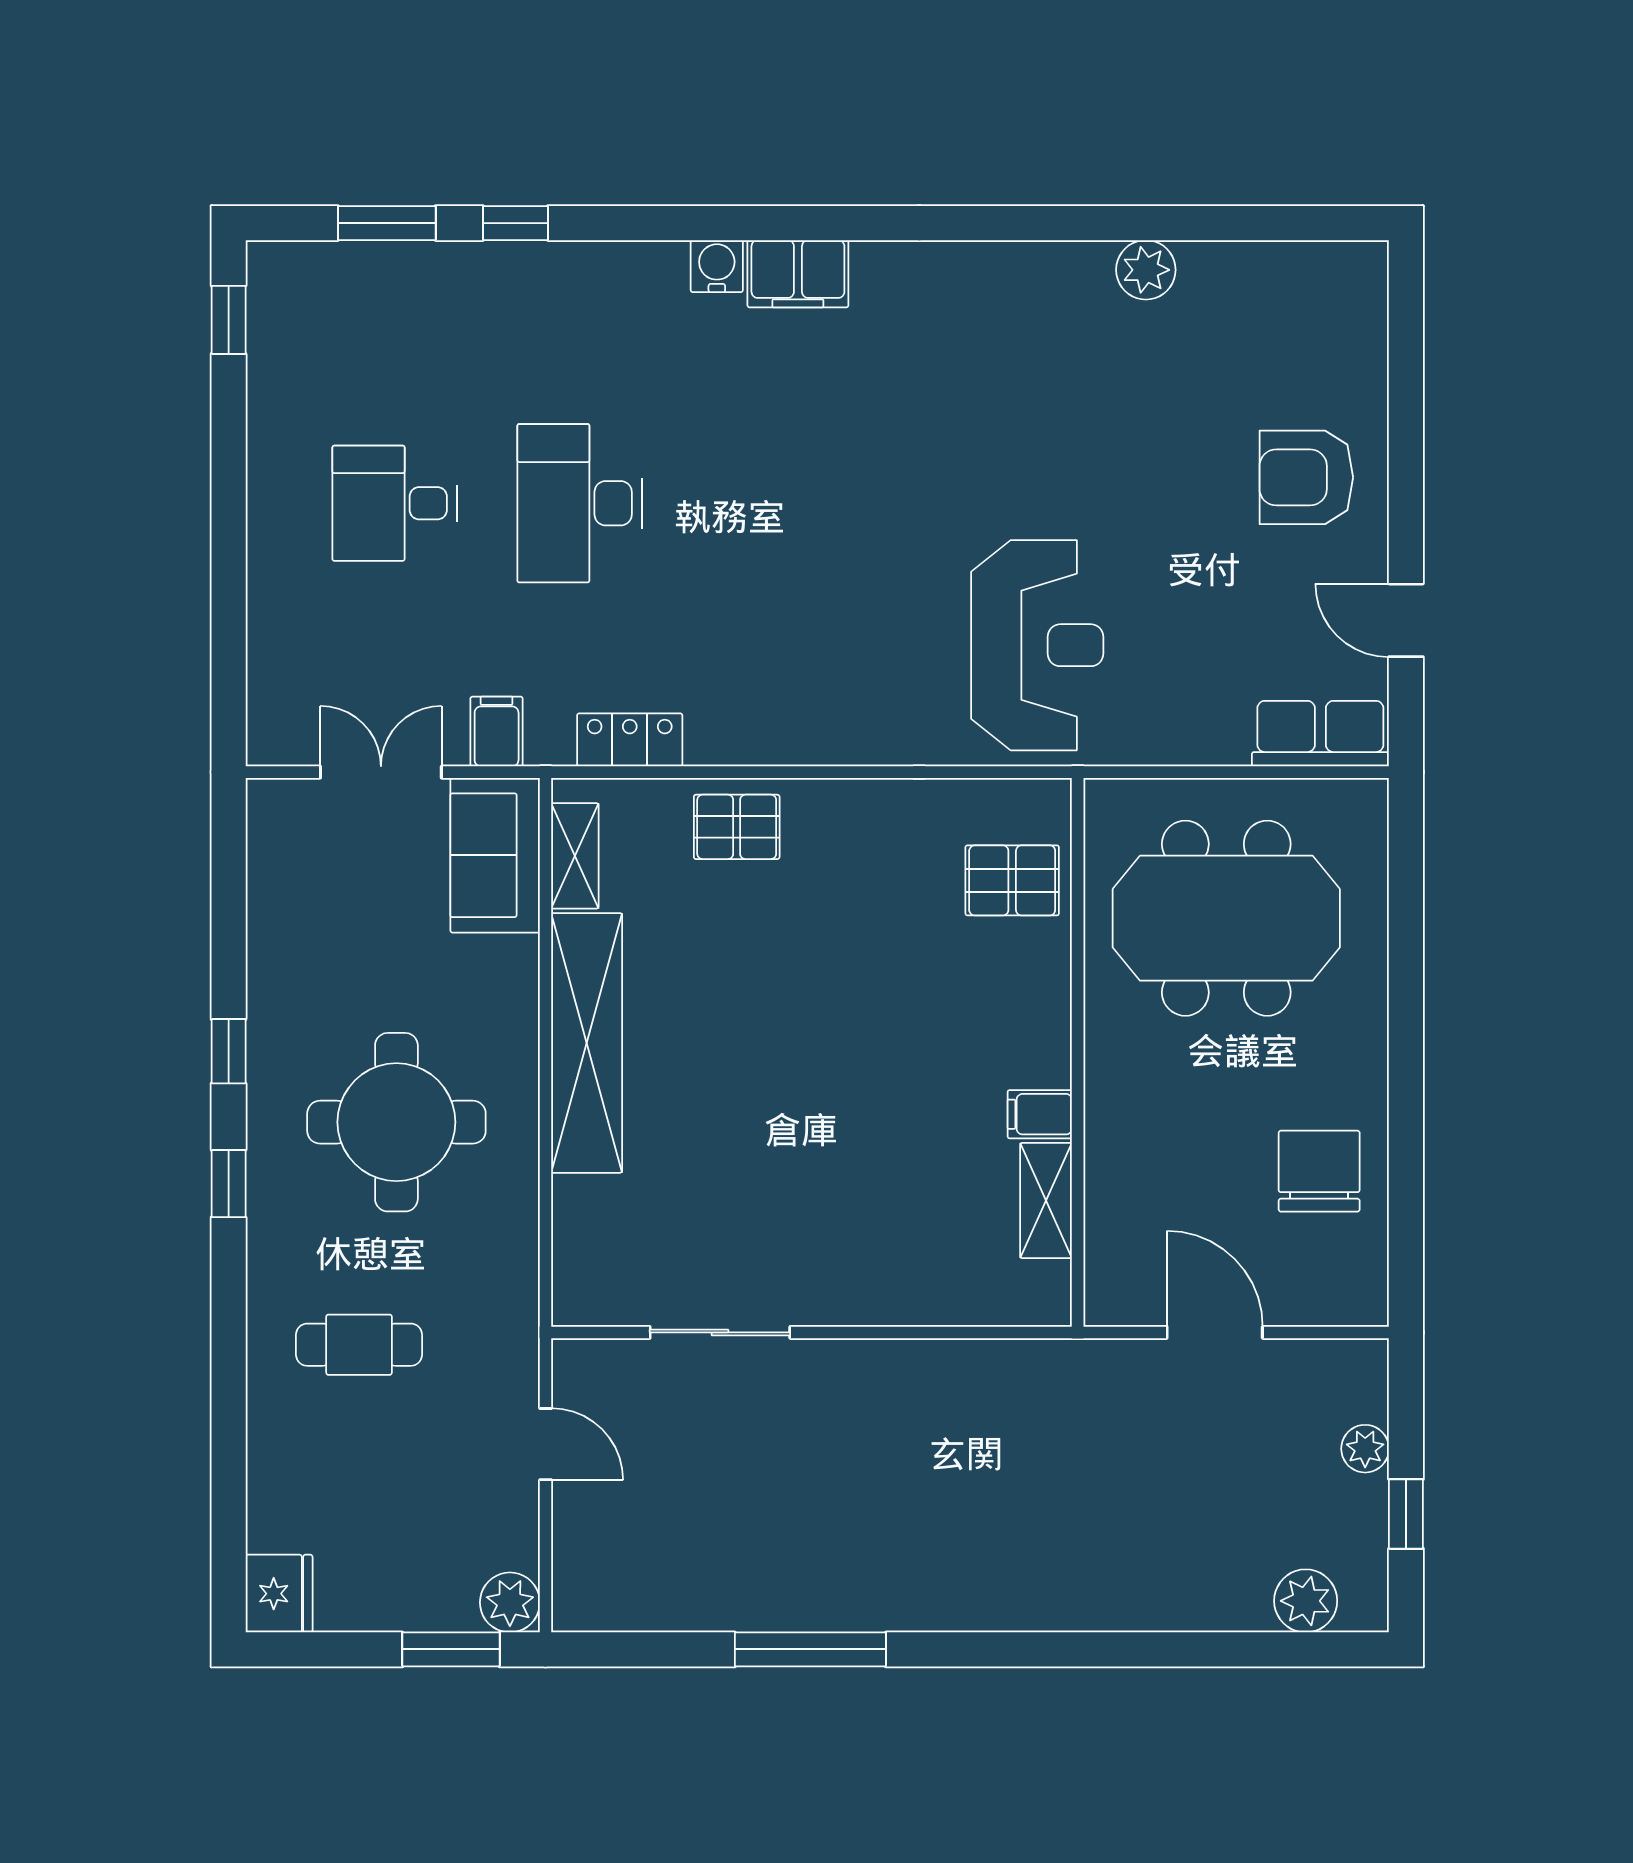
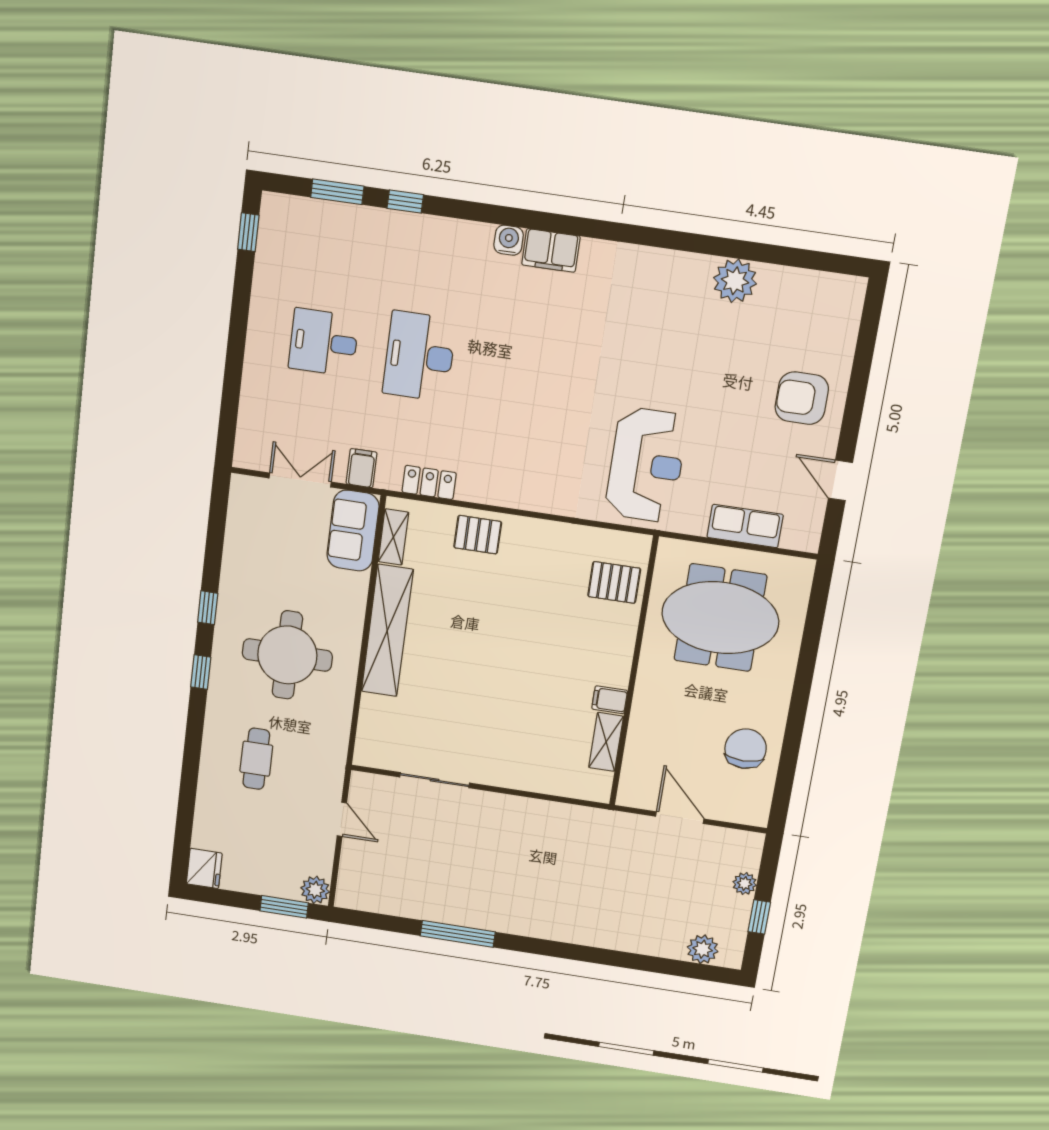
plant: (1146, 270) -> (735, 281), width x1.36, depth x1.36
row of seats: (1320, 734) -> (745, 526), moved
cafe table: (359, 1345) -> (256, 759), turned 90

